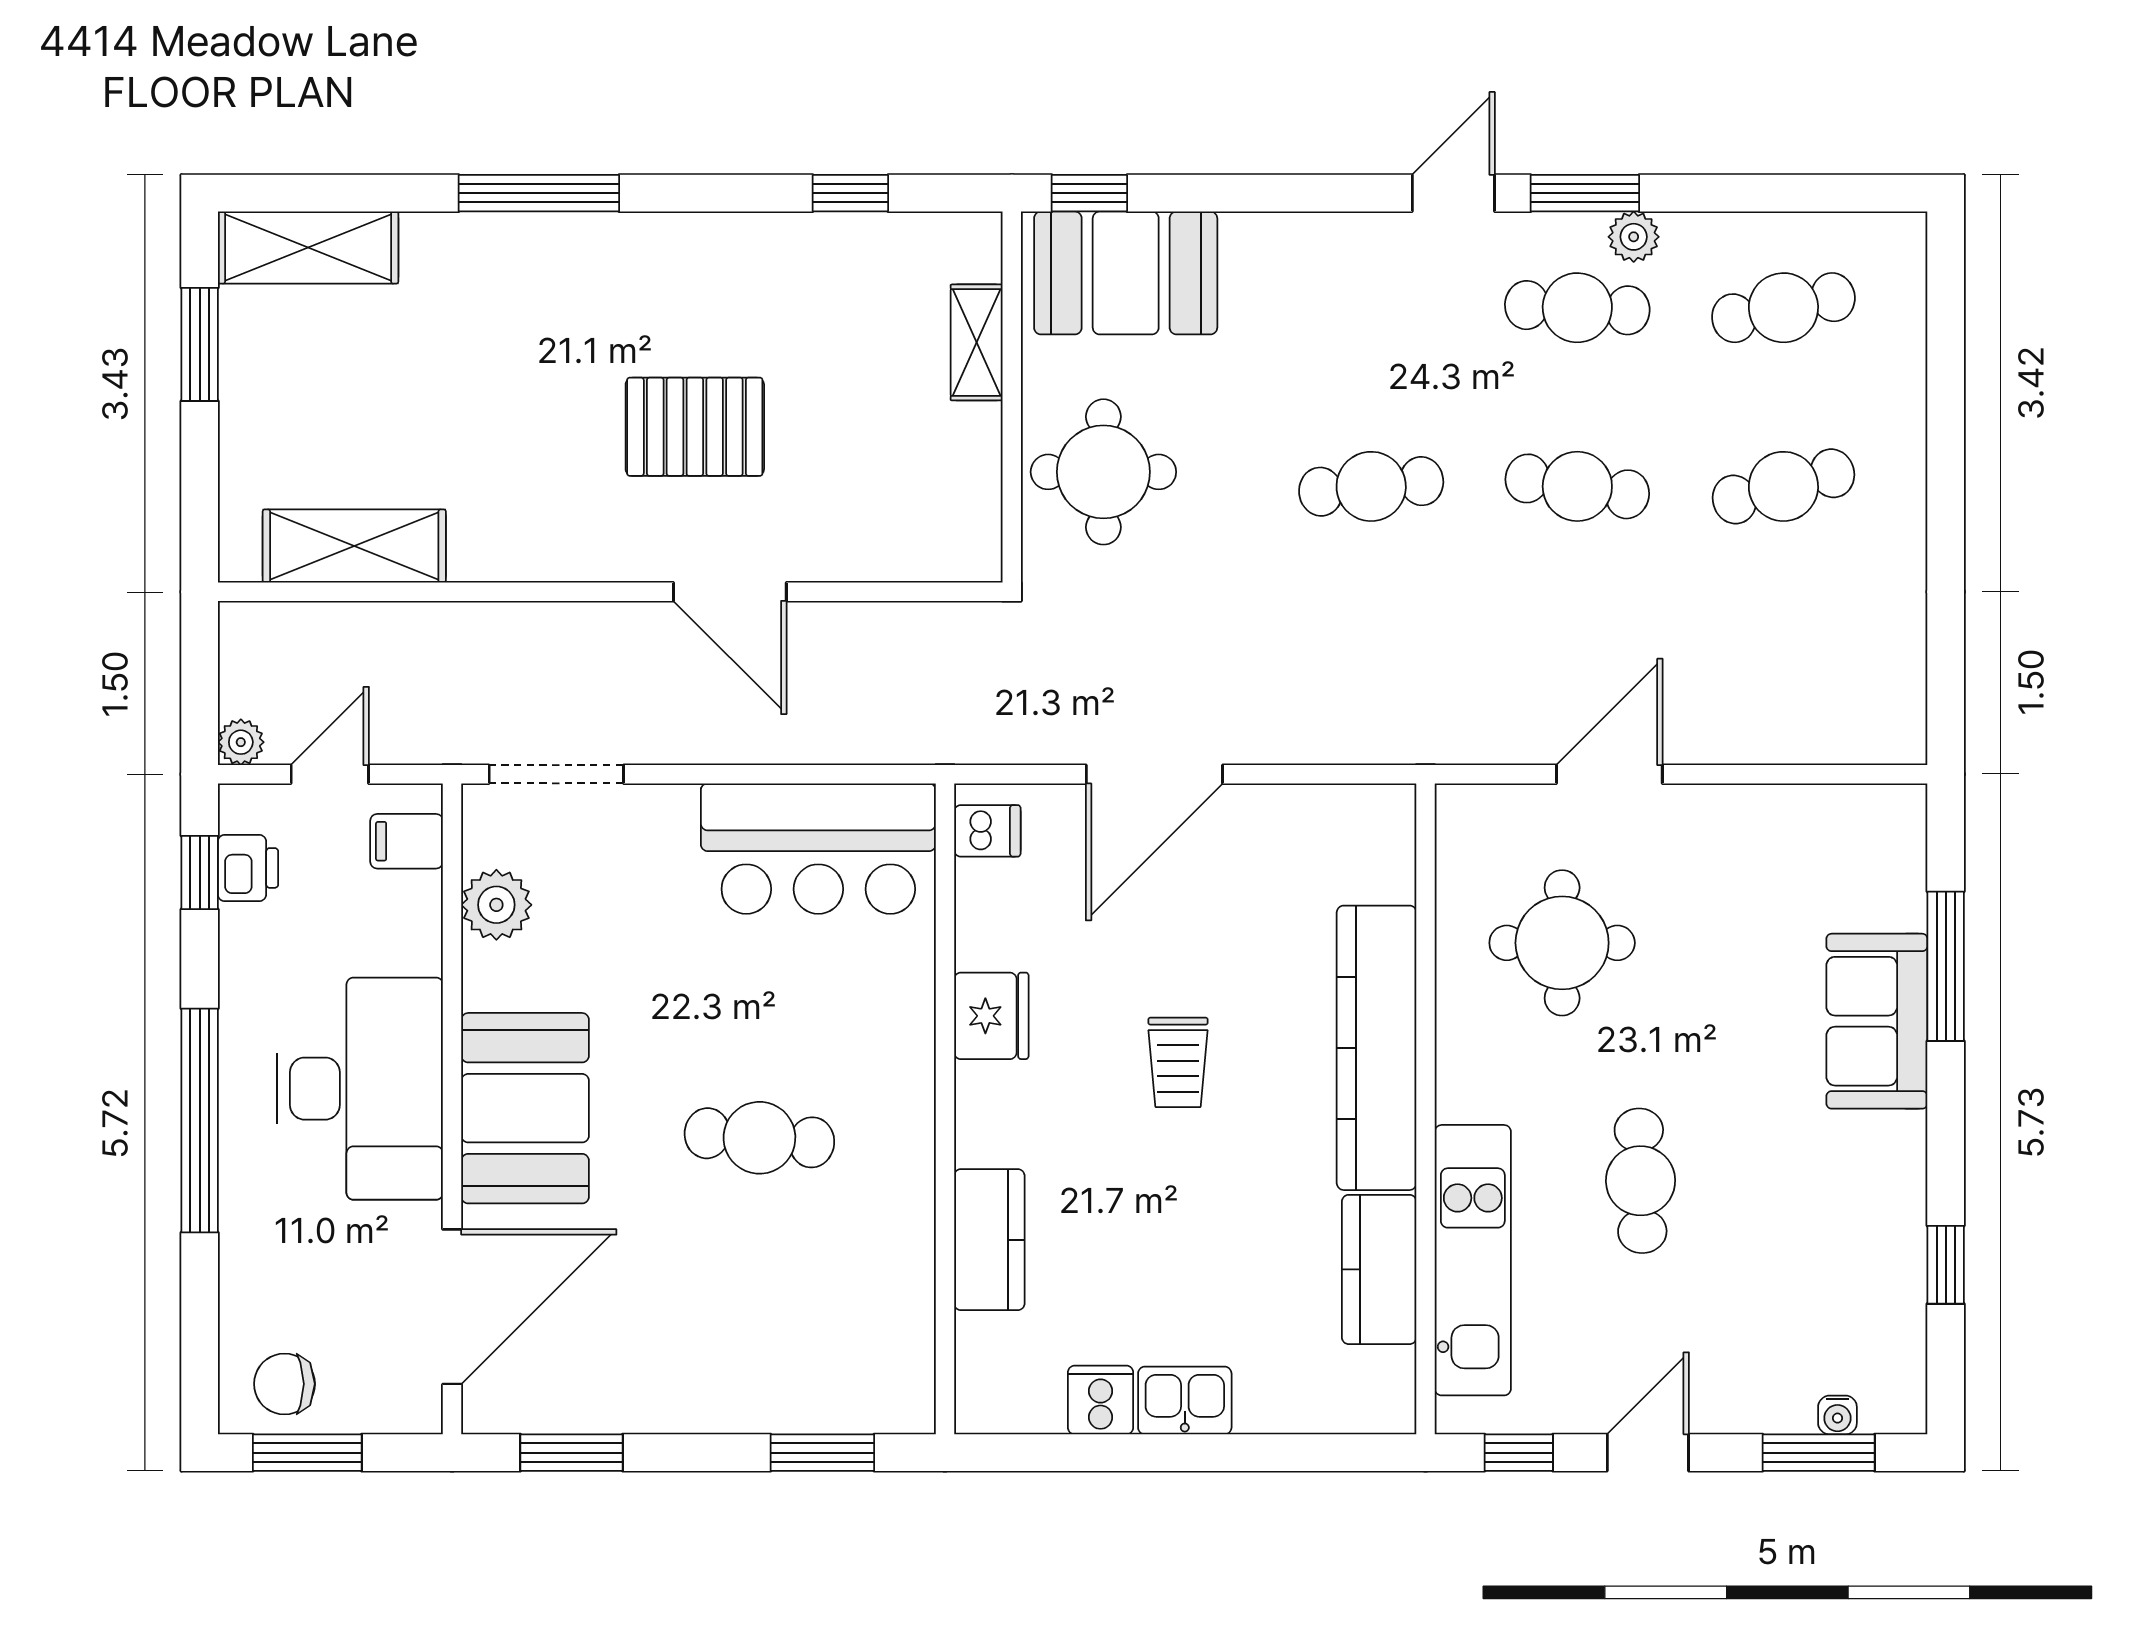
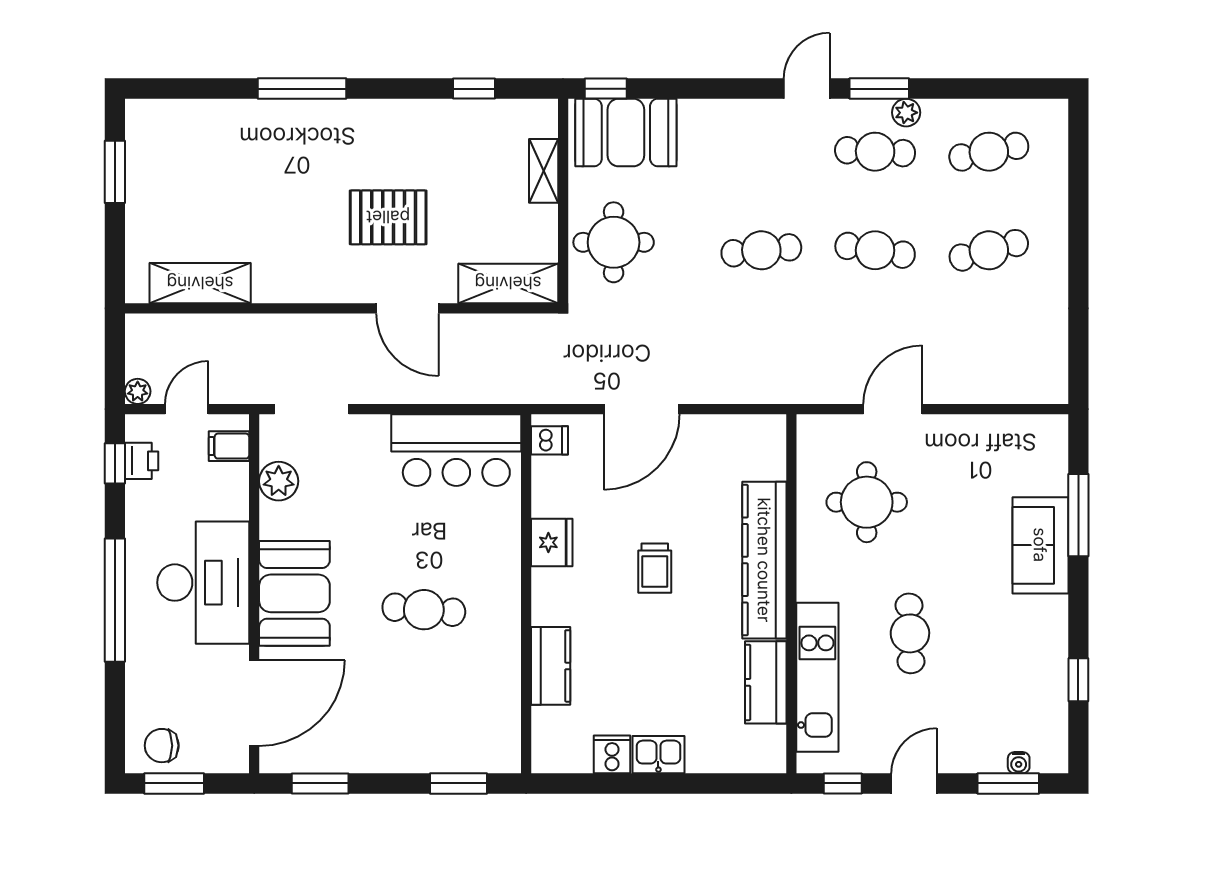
shelving: (308, 248) -> (508, 283), moved

